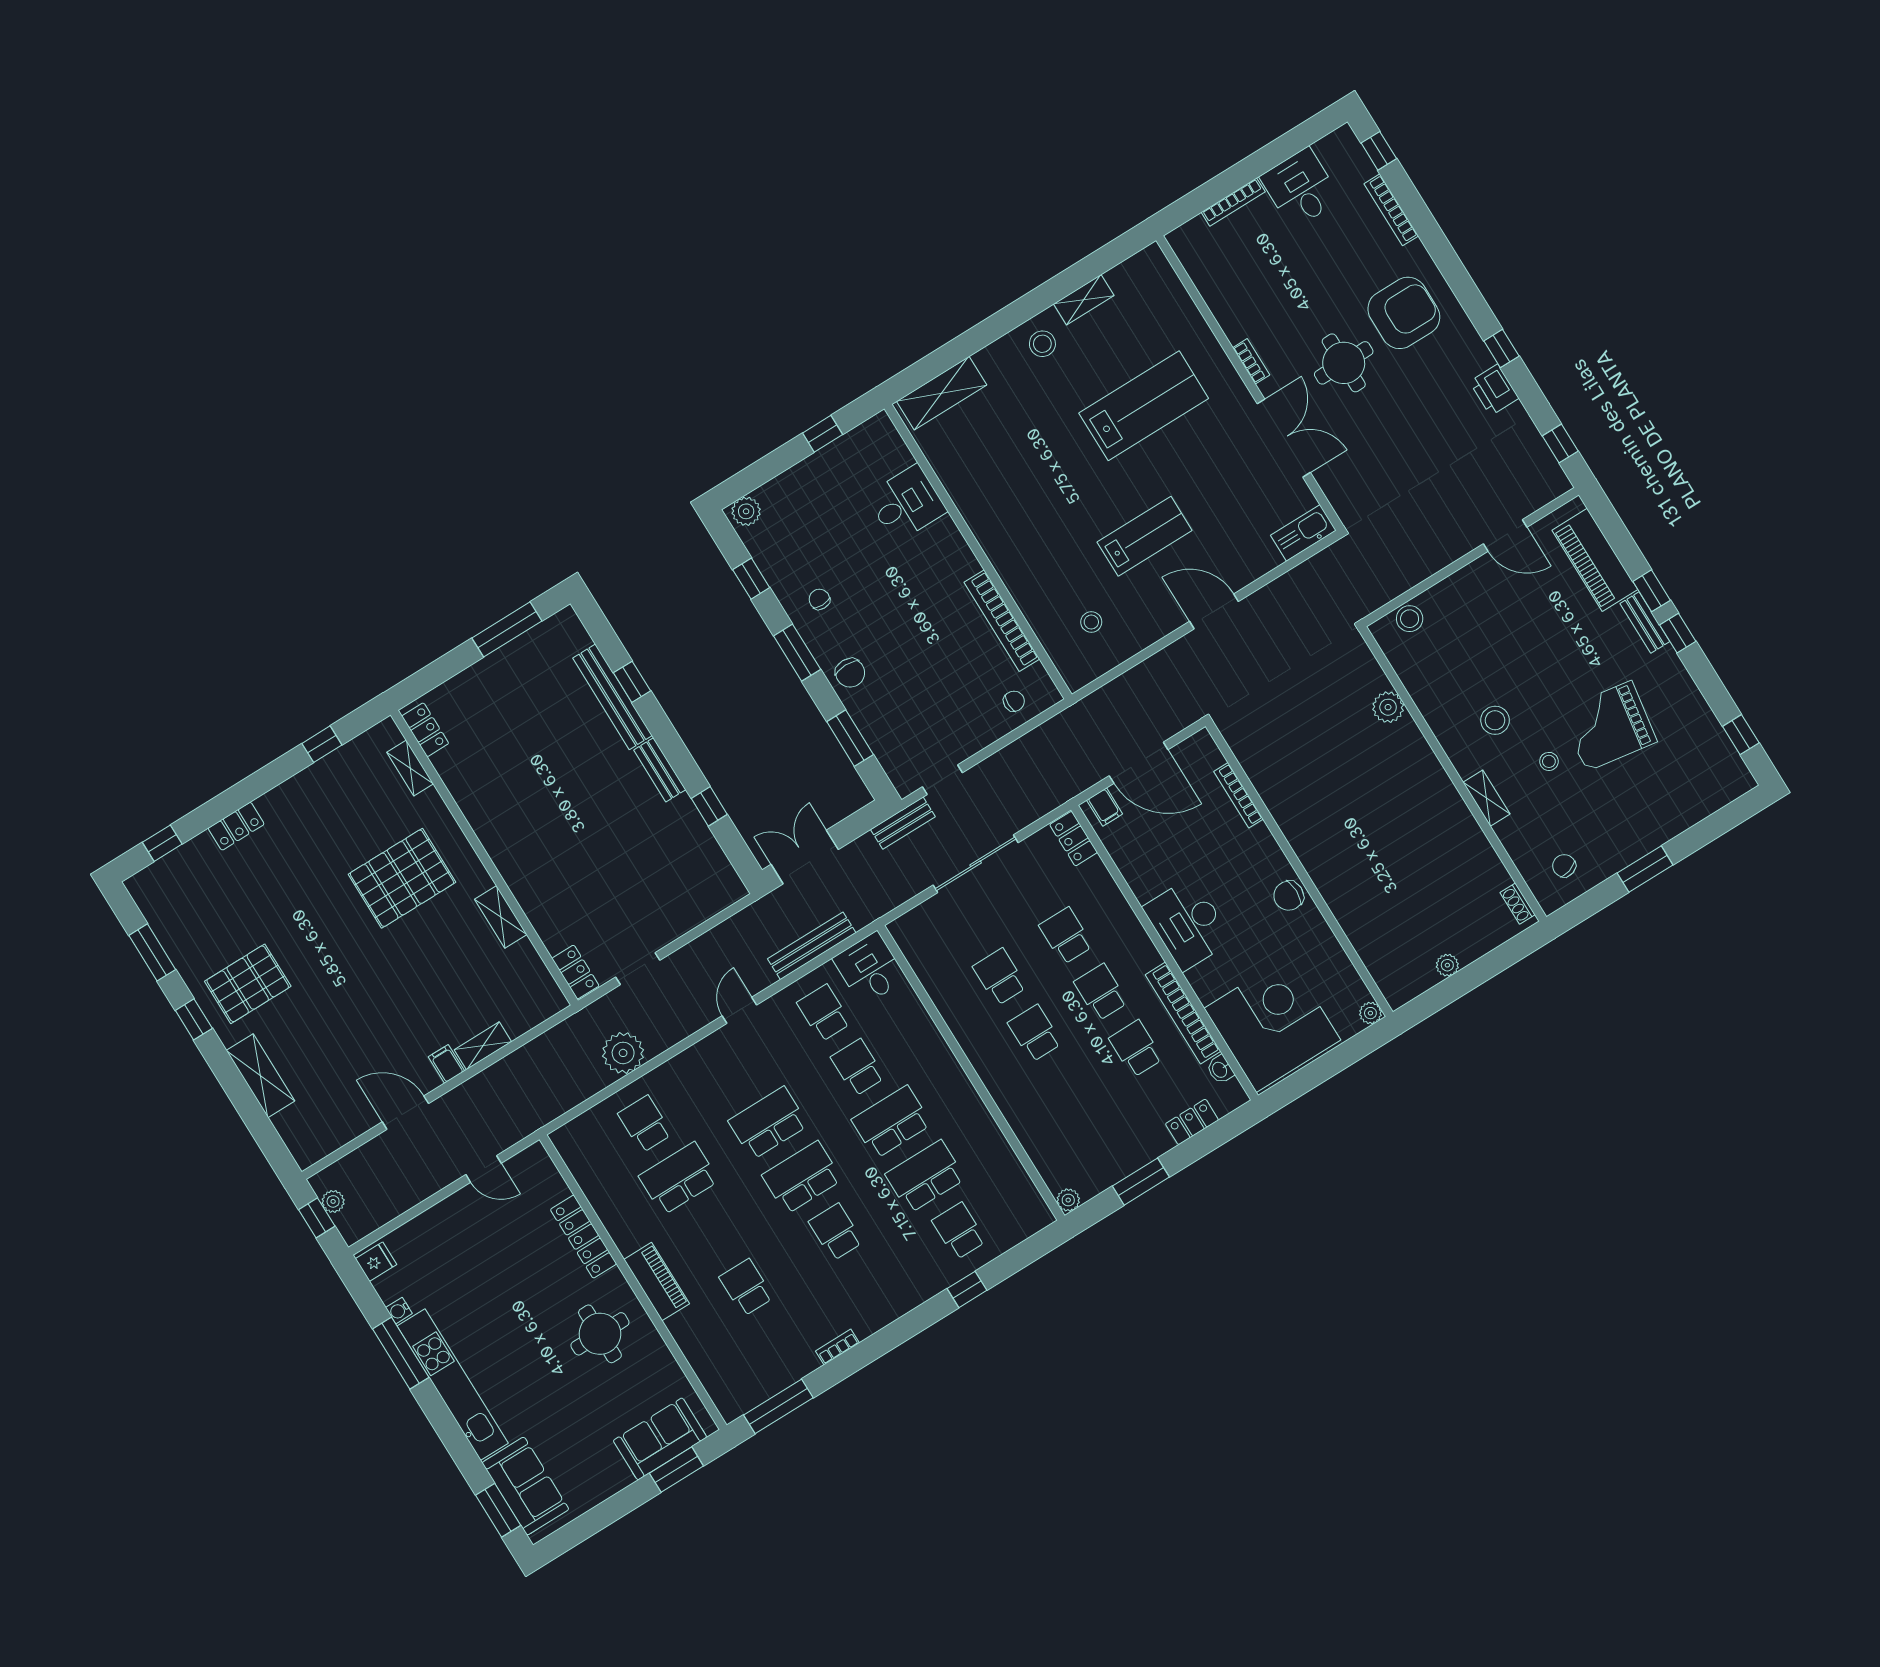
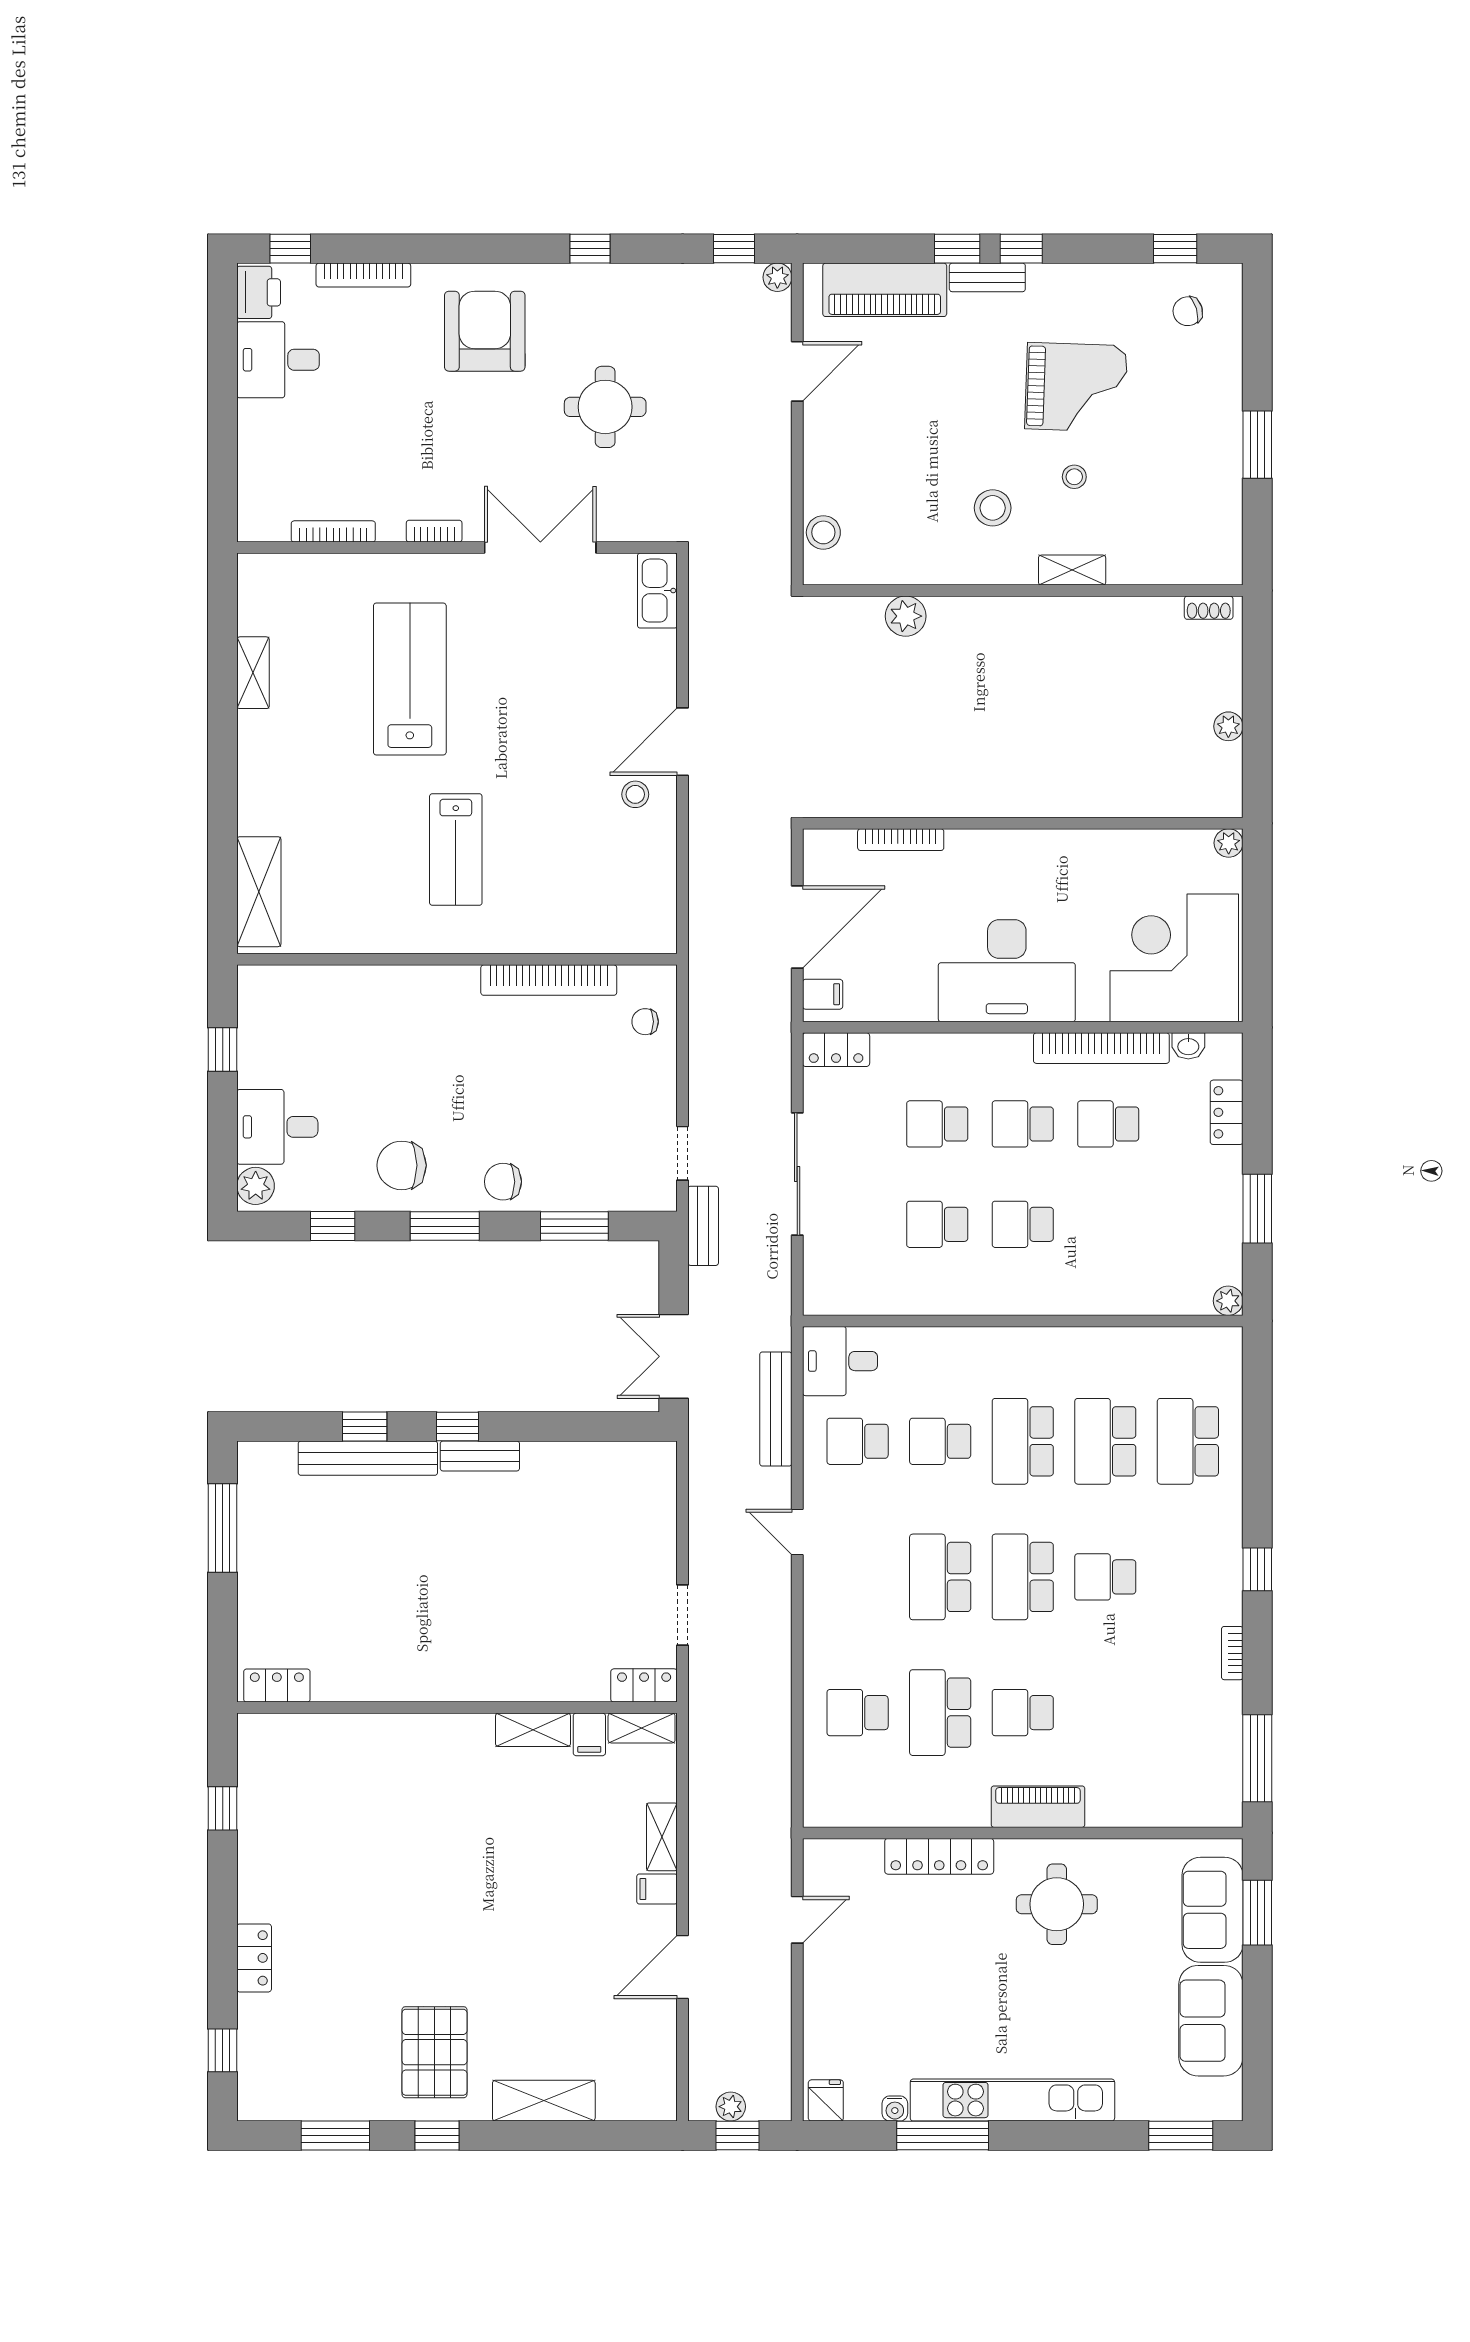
bookcase: (1233, 202) -> (333, 531), moved, turned -90
stool: (1042, 344) -> (273, 748), removed
round table: (1344, 363) -> (605, 407), moved
printer: (1494, 390) -> (259, 292), moved, turned -90
desk: (906, 504) -> (277, 1127), moved, turned -90
lab bench: (1145, 536) -> (456, 850), moved, turned 180
chair: (819, 599) -> (402, 1165), width x1.87, depth x1.87
stool: (1091, 622) -> (635, 794), moved
chair: (850, 673) -> (503, 1182), turned 180
chair: (1014, 701) -> (645, 1022), turned -90
grand piano: (1609, 726) -> (1076, 387), turned -97
shelving: (410, 768) -> (642, 1728), moved
window: (709, 806) -> (457, 1427), moved
chair: (1564, 866) -> (1188, 311), moved
pallet: (402, 878) -> (424, 1812), removed
chair: (1289, 896) -> (1045, 853), removed
desk: (1188, 924) -> (1007, 971), width x1.36, depth x1.30
filing cabinet: (521, 956) -> (589, 1734), added
plant: (623, 1053) -> (777, 277), moved, width x0.53, depth x0.53
school desk: (959, 1231) -> (1188, 1441), width x1.85
school desk: (746, 1287) -> (1023, 1713), moved
window: (967, 1289) -> (1257, 1569), moved
sofa: (525, 1486) -> (1211, 2021), moved, turned -90

